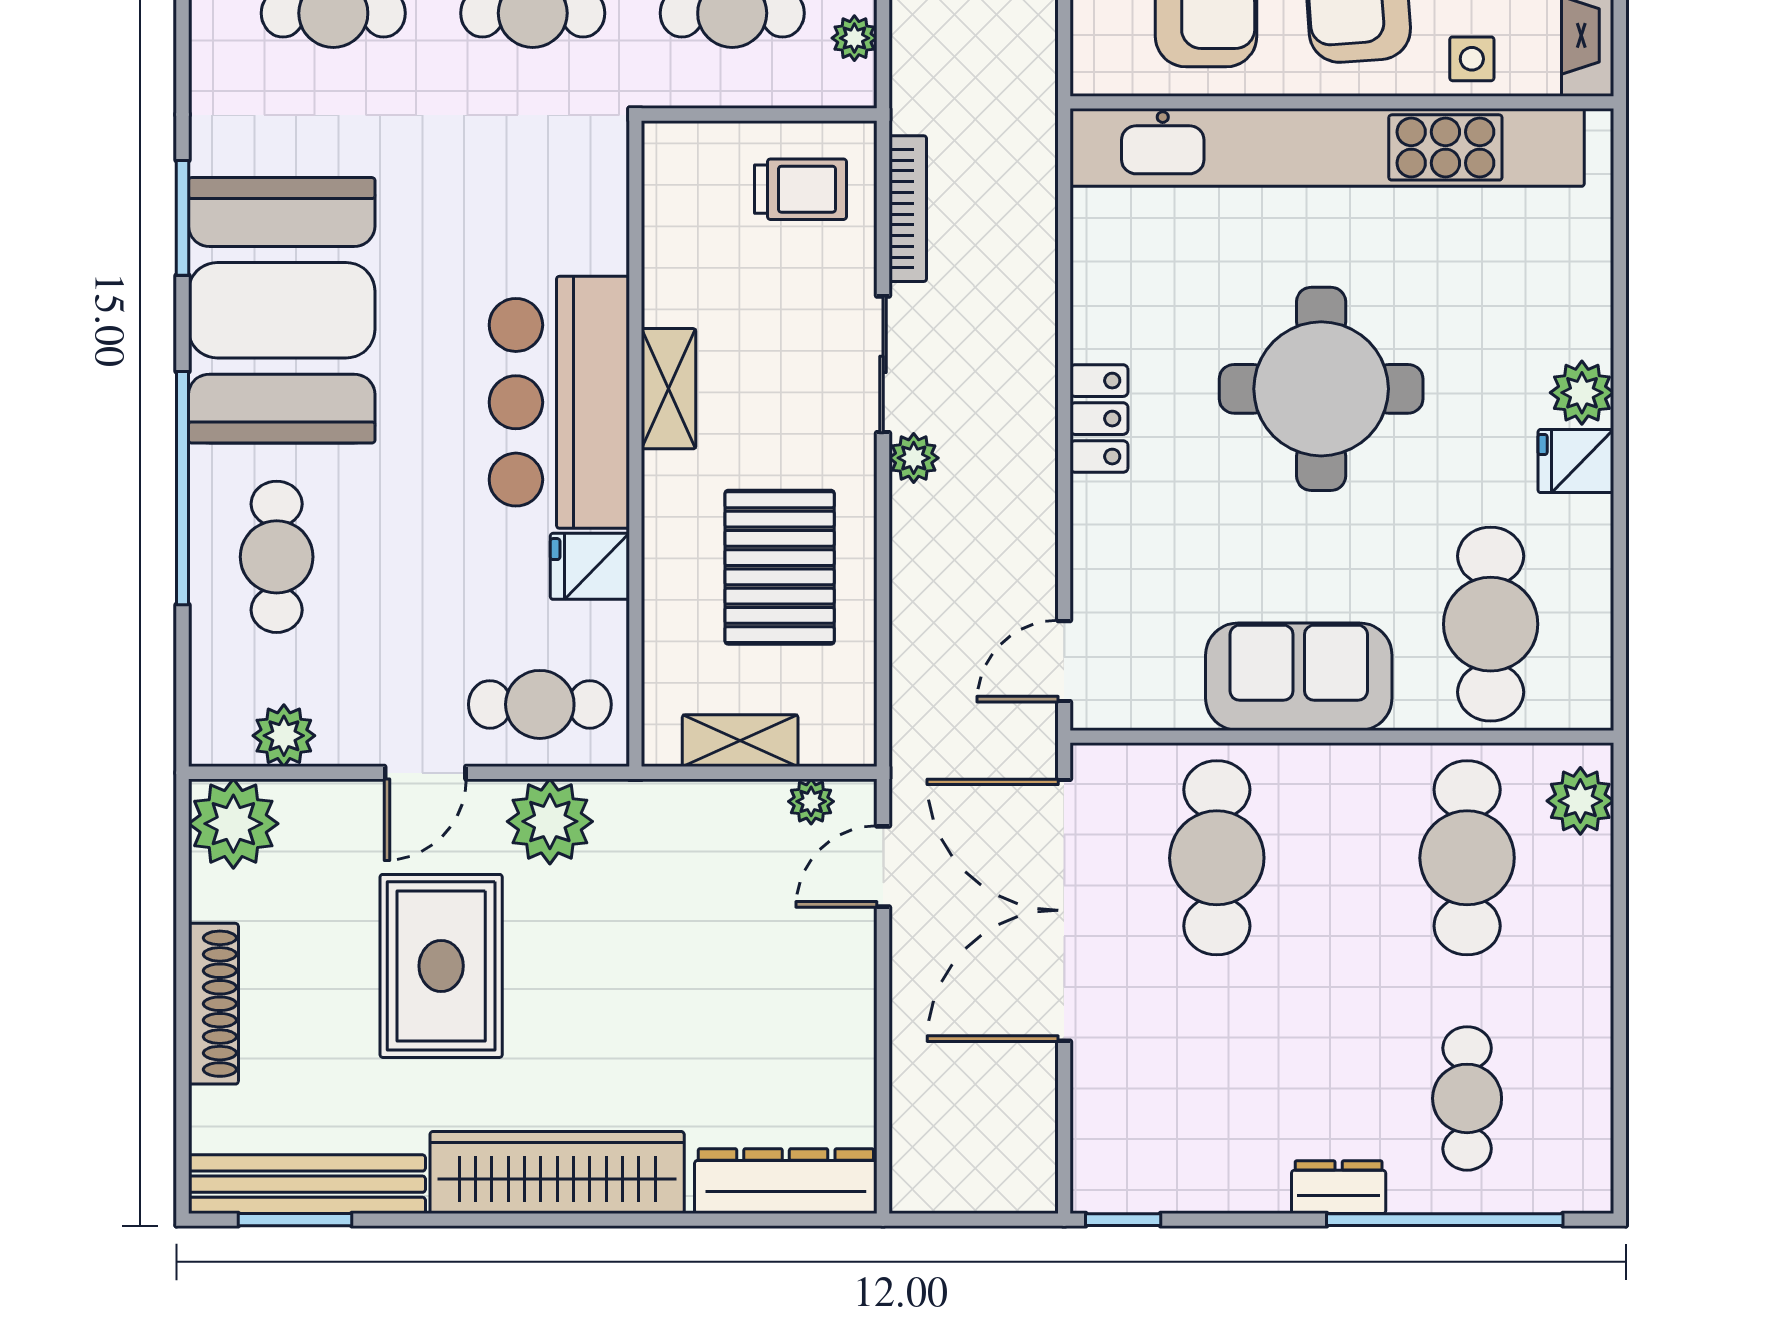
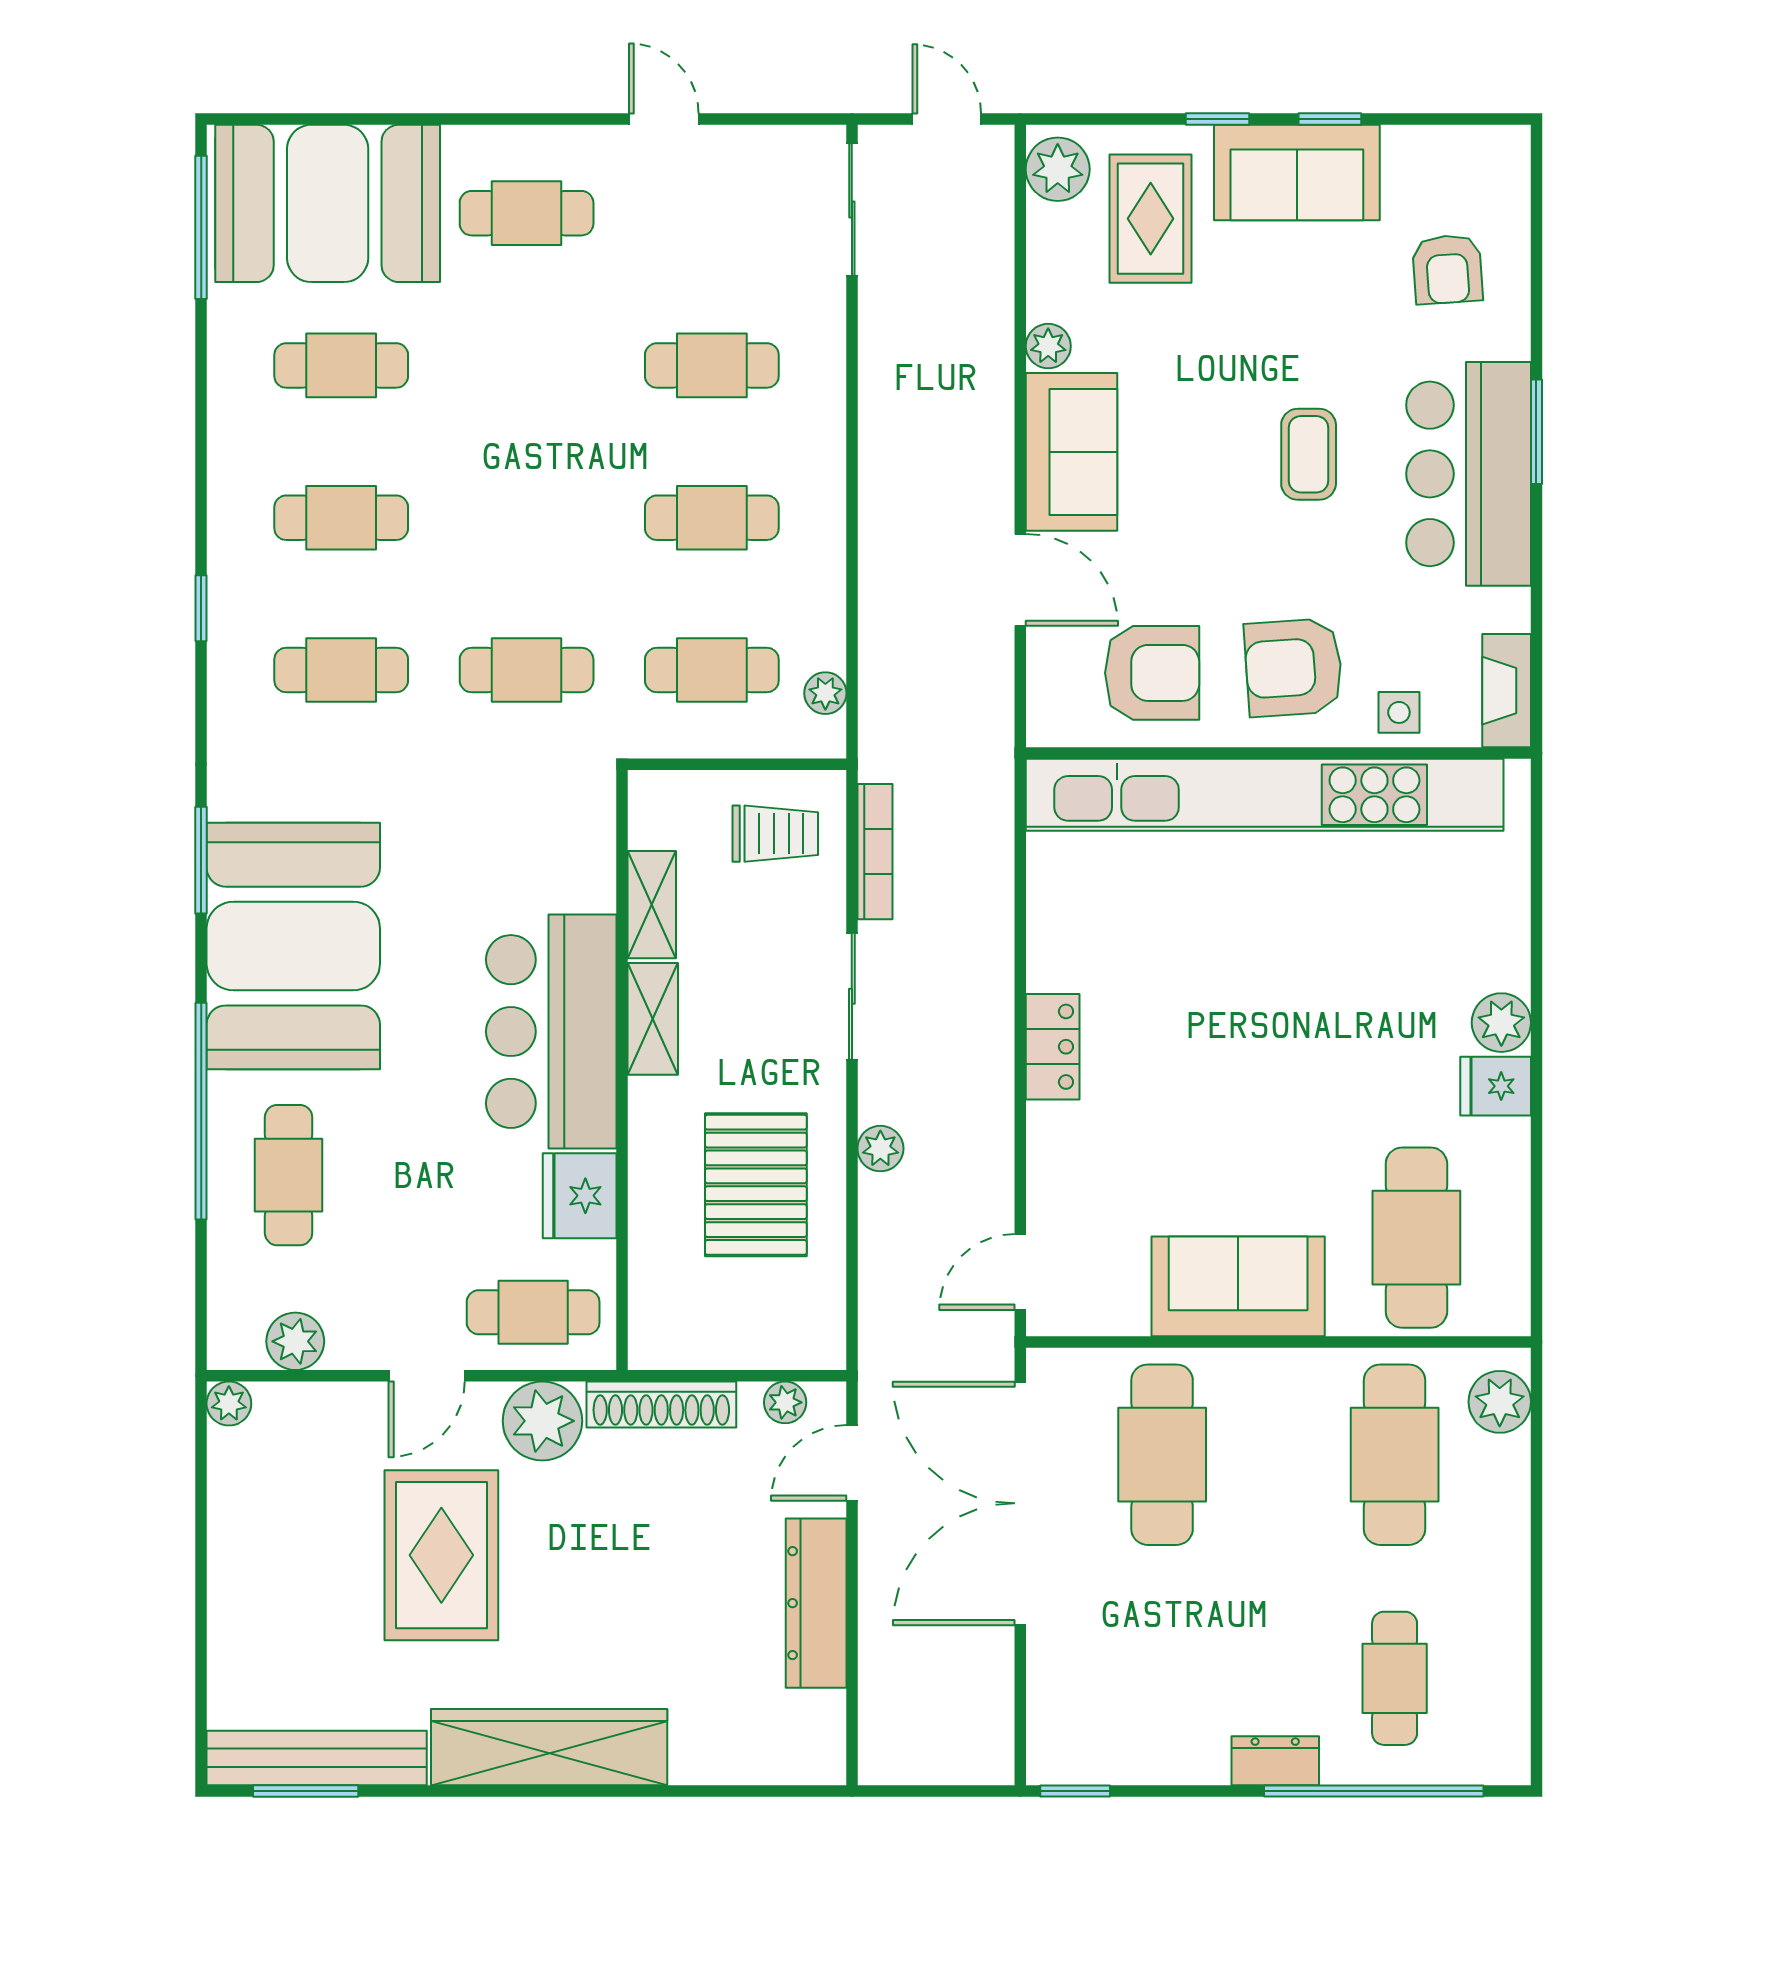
round table: (1321, 389) -> (1259, 1019), removed
plant: (914, 458) -> (880, 1149), moved
fridge: (590, 566) -> (580, 1196), width x1.38
shelving: (740, 741) -> (652, 905), moved, turned 90
plant: (233, 824) -> (229, 1404), width x0.53, depth x0.53
shoe rack: (213, 1004) -> (661, 1404), moved, turned 90
dresser: (786, 1181) -> (816, 1603), moved, turned -90

